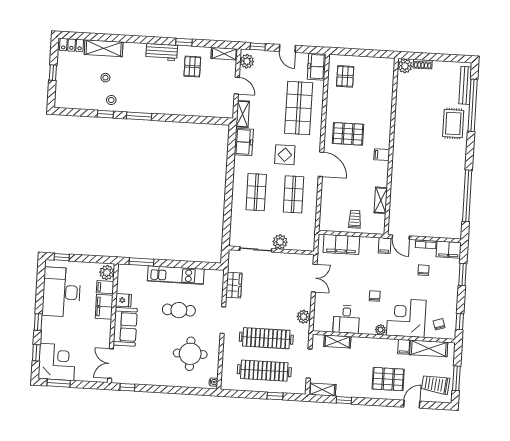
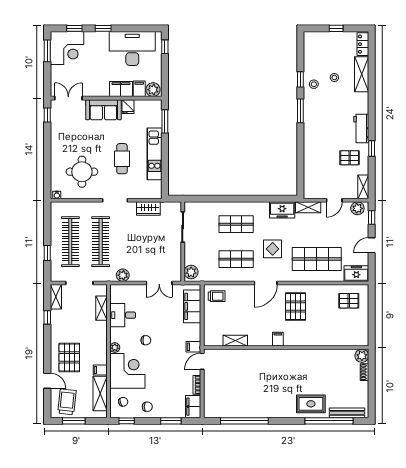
trolley: (355, 219) -> (217, 296), moved
plant: (280, 242) -> (191, 272), moved
chair: (424, 270) -> (147, 407), moved

